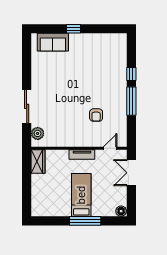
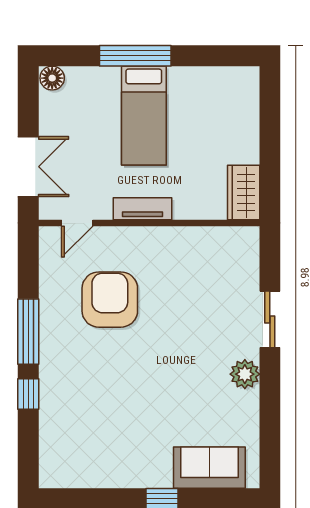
sliding door: (27, 106) -> (270, 319), width x0.73
armchair: (96, 115) -> (110, 300), width x1.88, depth x1.88
plant: (38, 133) -> (245, 374), moved

